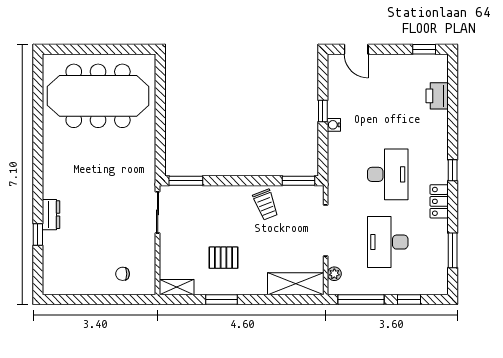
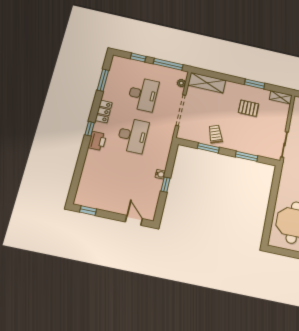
printer: (437, 96) -> (97, 141), moved
desk: (388, 174) -> (133, 135), turned 180
window: (186, 181) -> (247, 156), moved
window: (299, 181) -> (208, 148), moved

